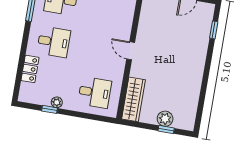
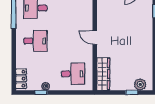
locker: (30, 69) -> (21, 79), moved
plant: (165, 119) -> (140, 84), moved

